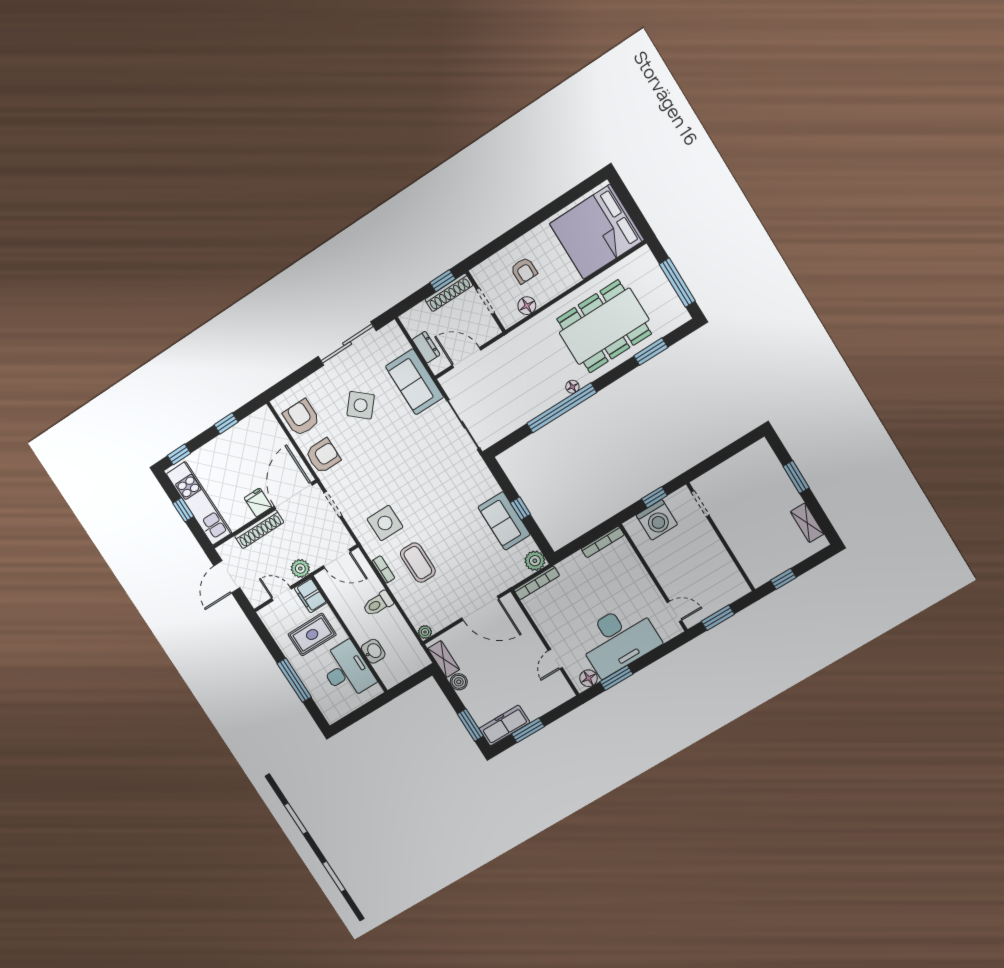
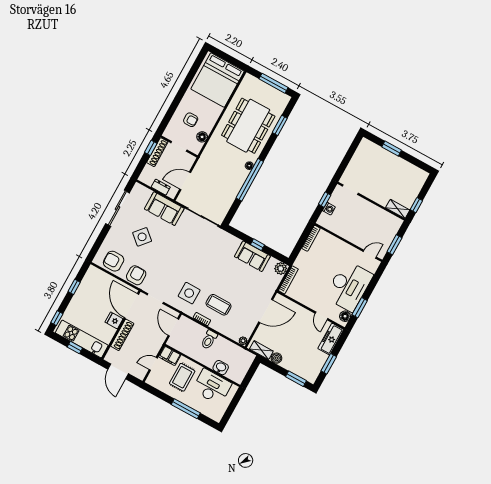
washing machine: (657, 520) -> (329, 209), width x0.53, depth x0.53
shelving: (807, 523) -> (398, 209), moved
door: (337, 559) -> (173, 327), swing flipped
plant: (300, 569) -> (156, 344), removed
freezer: (504, 726) -> (331, 339), moved

